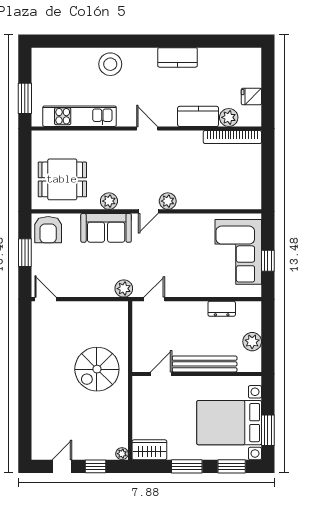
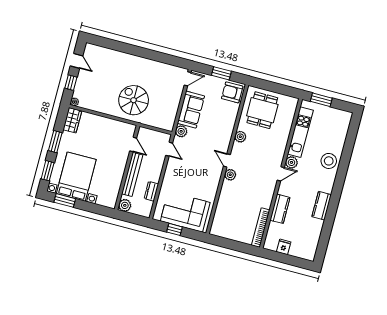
plant: (229, 117) -> (291, 162), moved
sofa: (106, 228) -> (191, 110), moved, turned 180
bench: (205, 364) -> (132, 174), moved
door: (161, 374) -> (133, 144), moved
wall: (197, 374) -> (127, 168), moved

